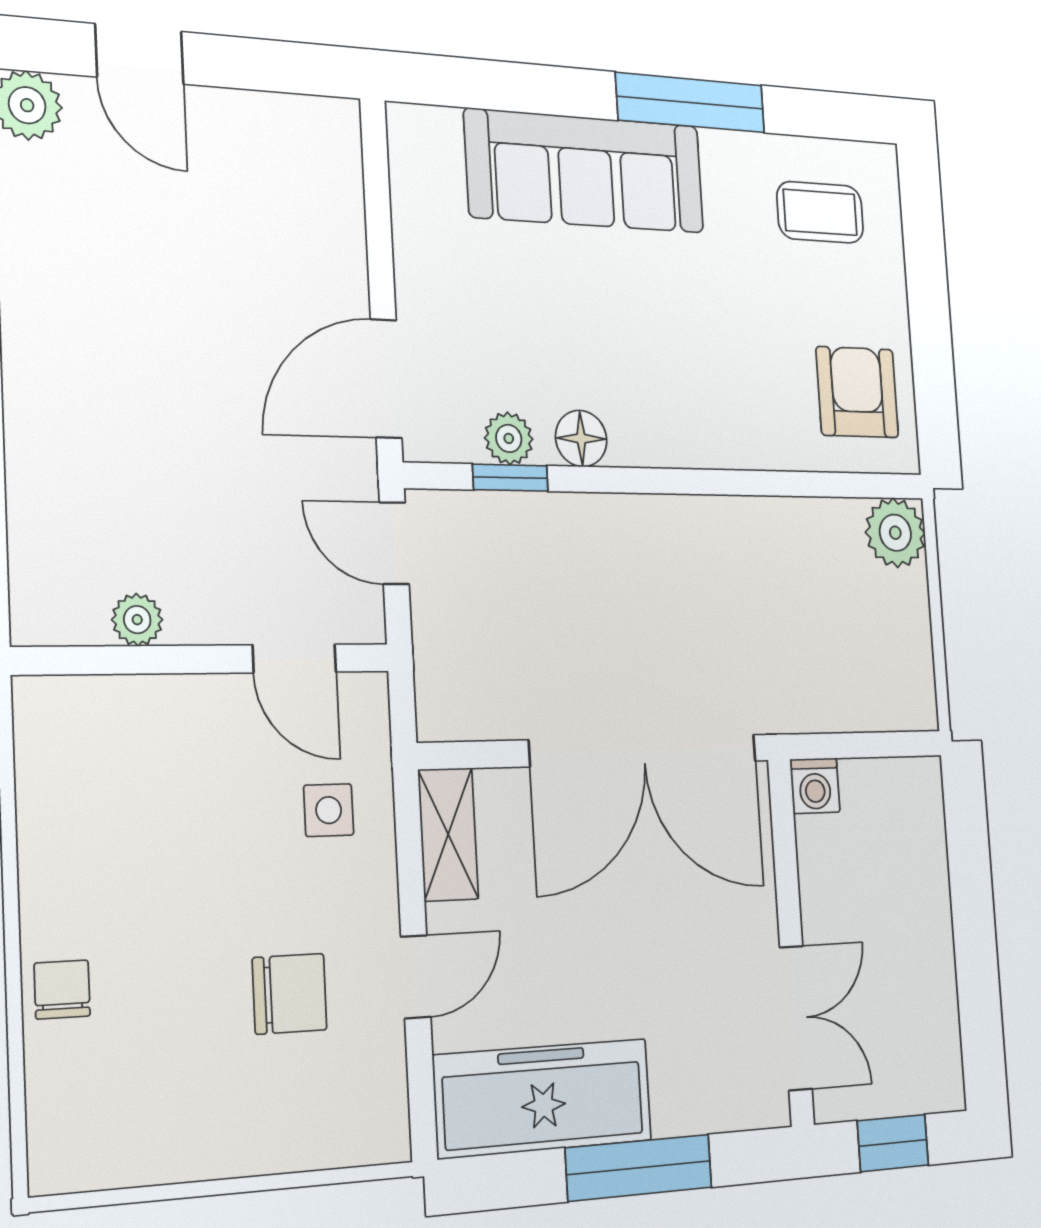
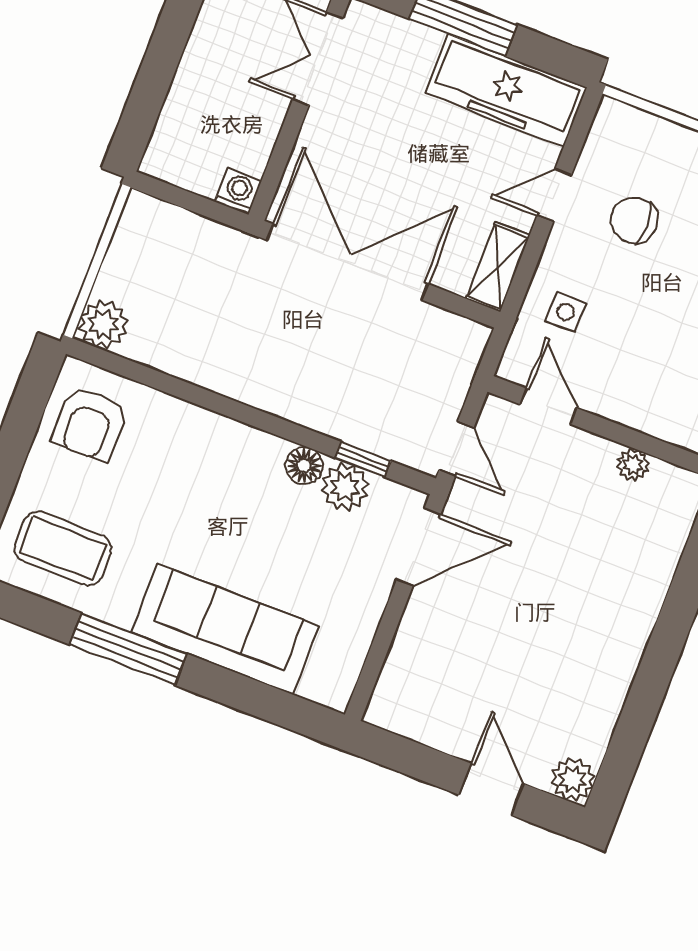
coffee table: (820, 212) -> (63, 548), width x1.36, depth x1.30
plant: (509, 438) -> (345, 487), width x1.38, depth x1.38

